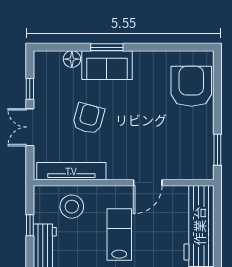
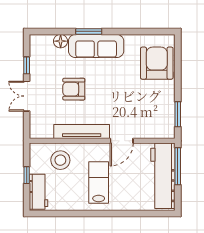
sofa: (107, 65) -> (96, 46), width x1.36
armchair: (88, 119) -> (74, 89), turned -105
tv unit: (71, 171) -> (82, 132), moved
window: (217, 214) -> (178, 166), added

